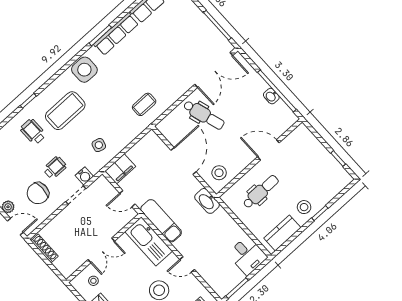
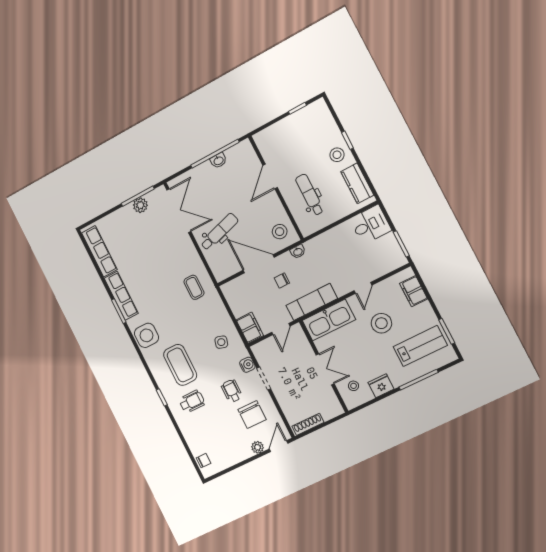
plant: (209, 30) -> (140, 205), added
wheelchair: (33, 132) -> (192, 402), turned 180
chair: (174, 187) -> (282, 280), added
washbasin: (207, 201) -> (298, 252), width x0.52, depth x0.69

